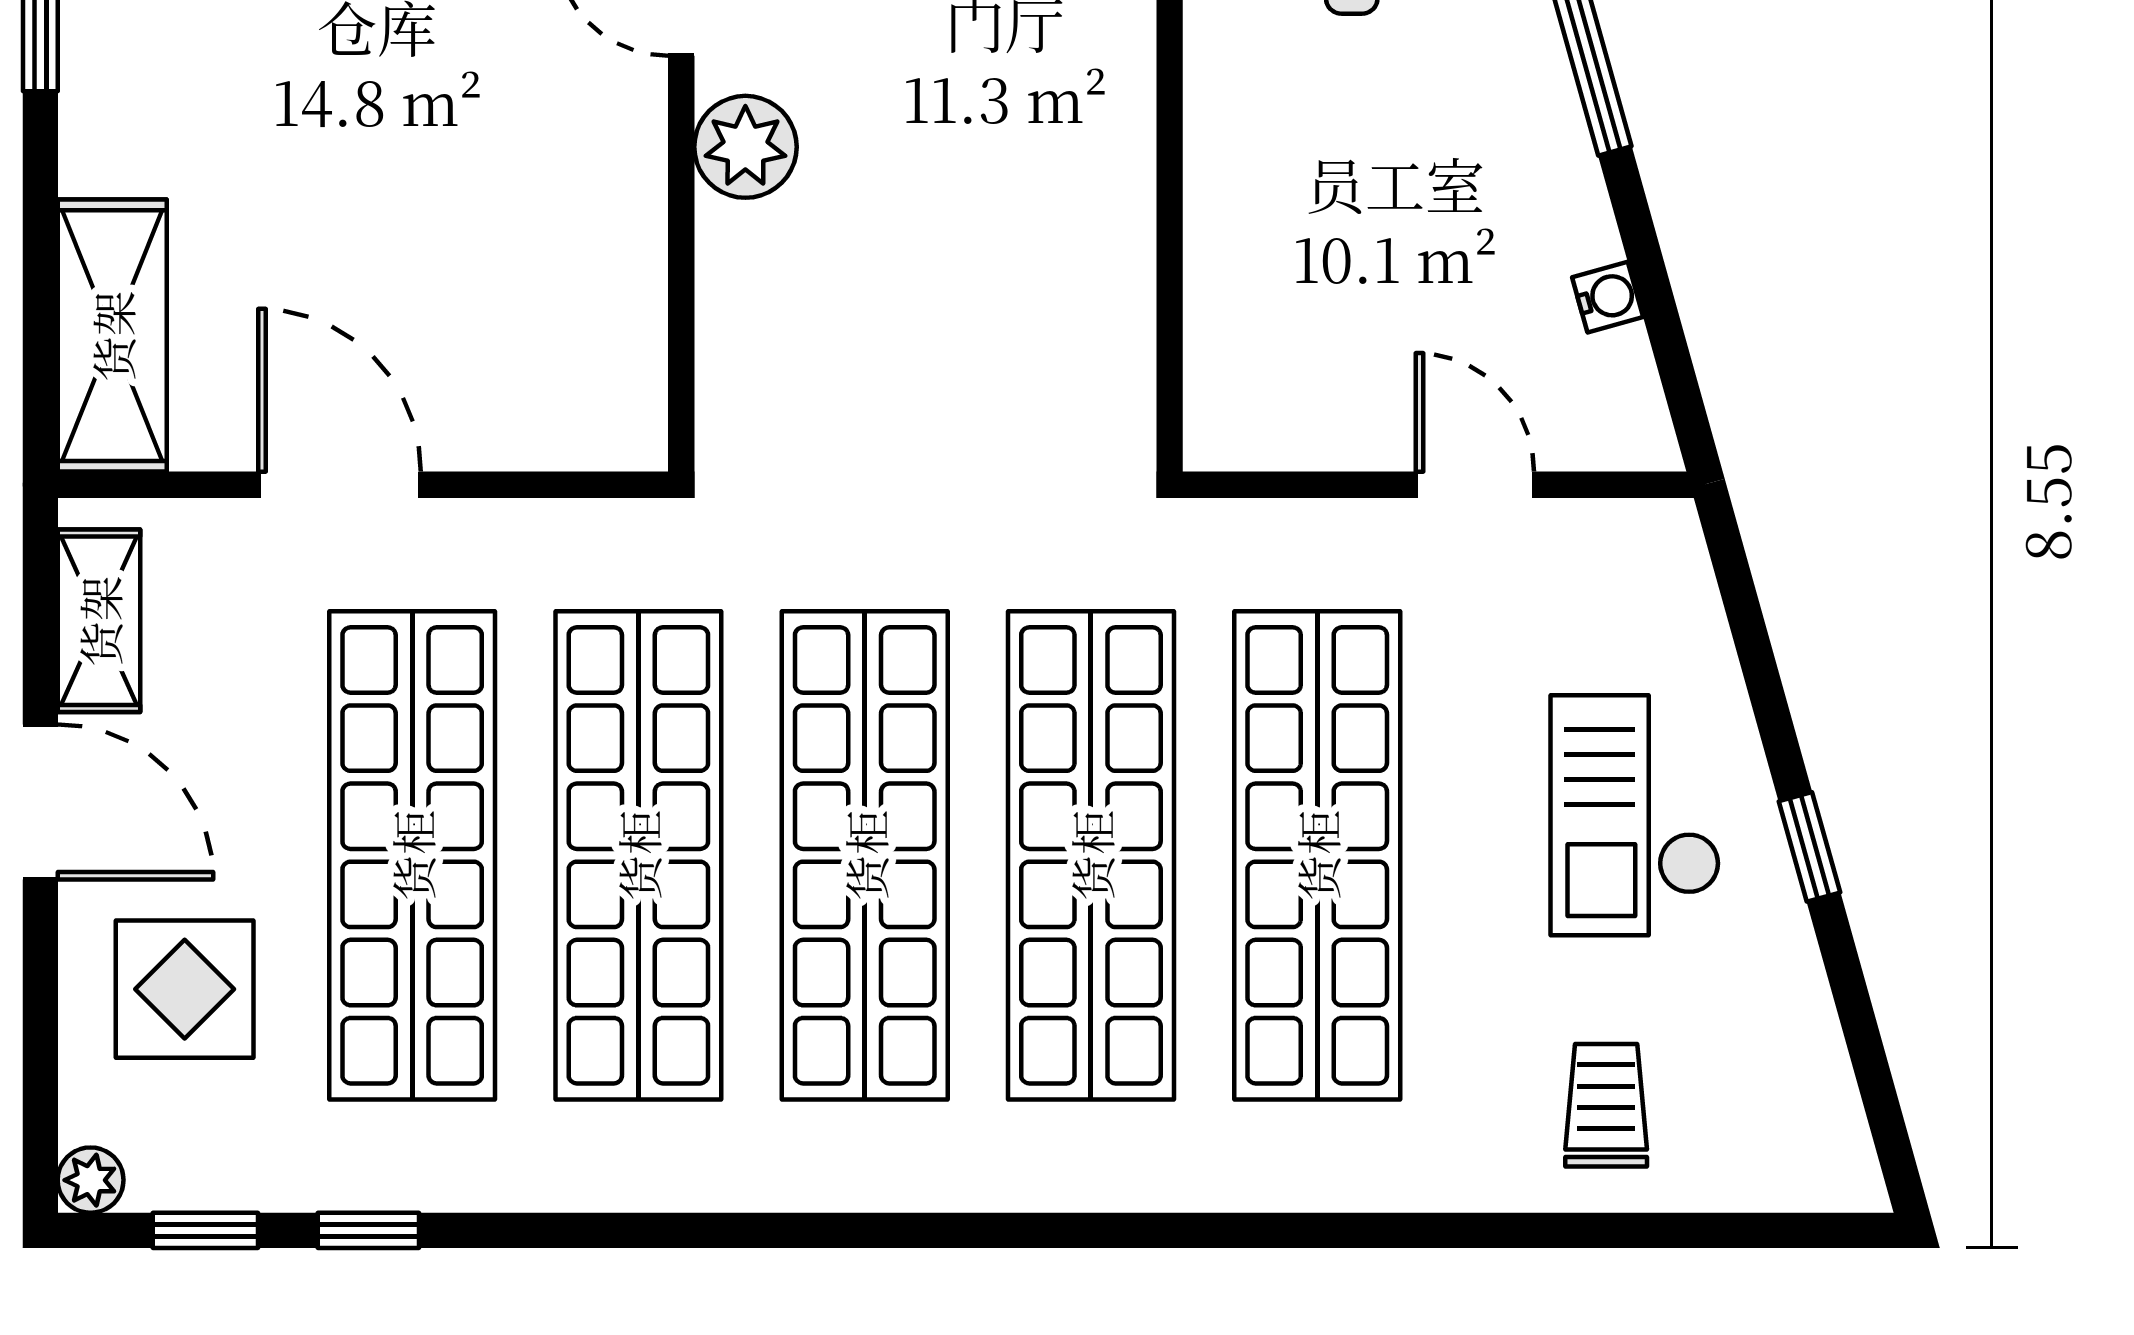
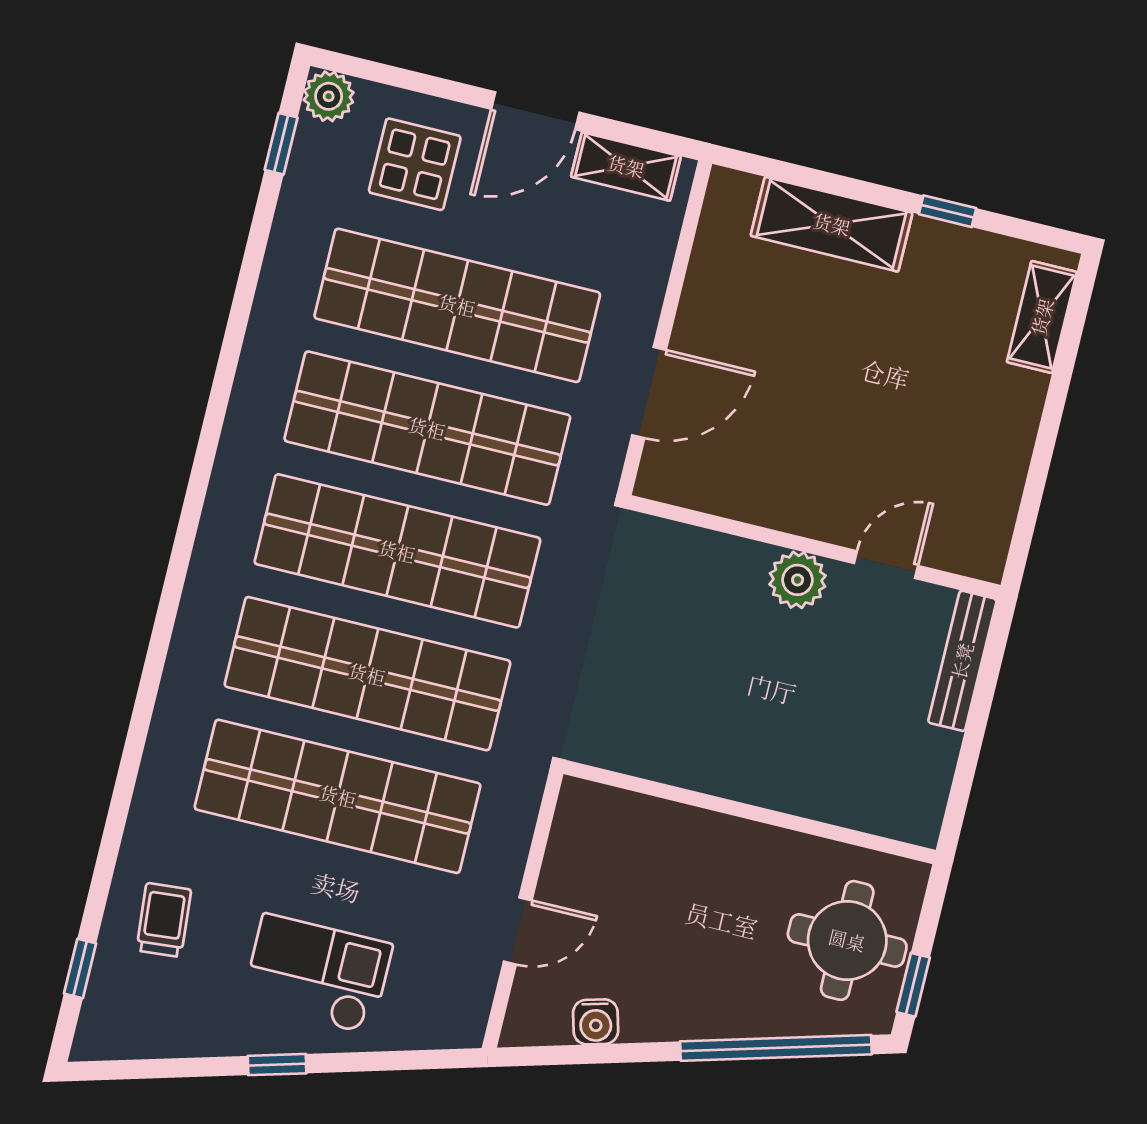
water cooler: (1608, 297) -> (596, 1022), width x1.38, depth x1.38
shelving: (112, 336) -> (832, 224), moved
door: (339, 485) -> (649, 393), moved
trolley: (1606, 1105) -> (164, 920), turned -95
plant: (91, 1180) -> (329, 96), width x1.38, depth x1.38
window: (368, 1230) -> (80, 969), moved

